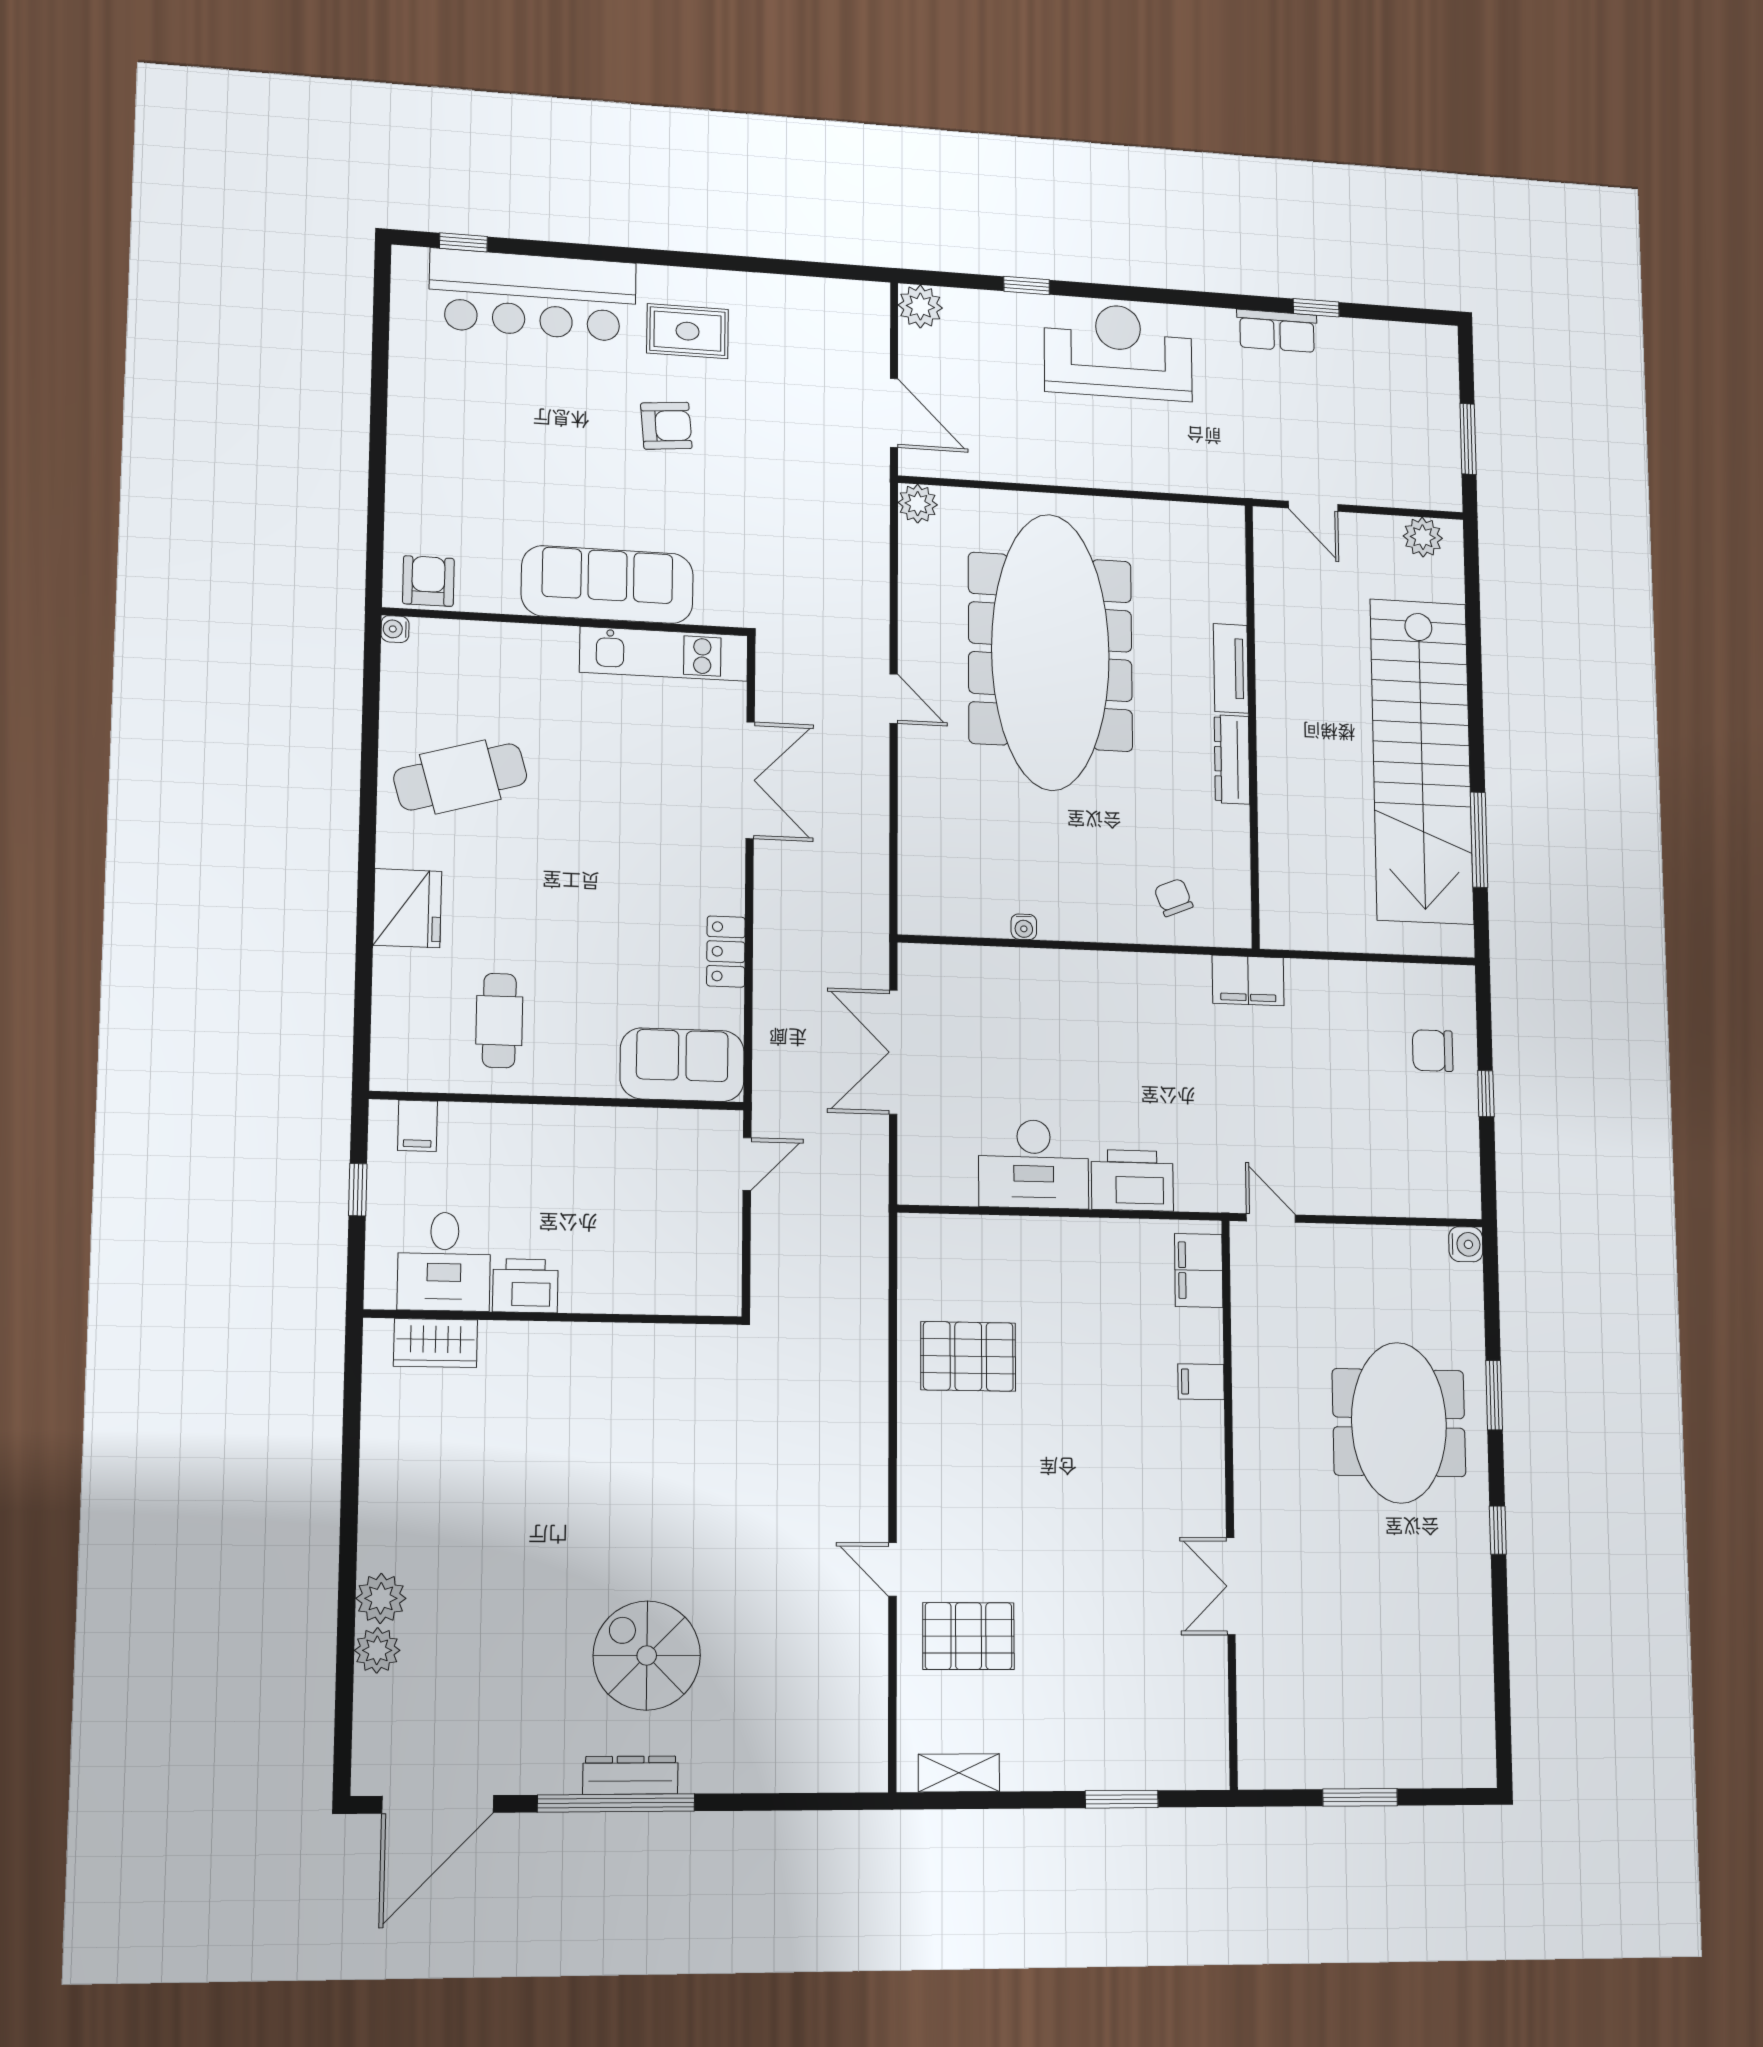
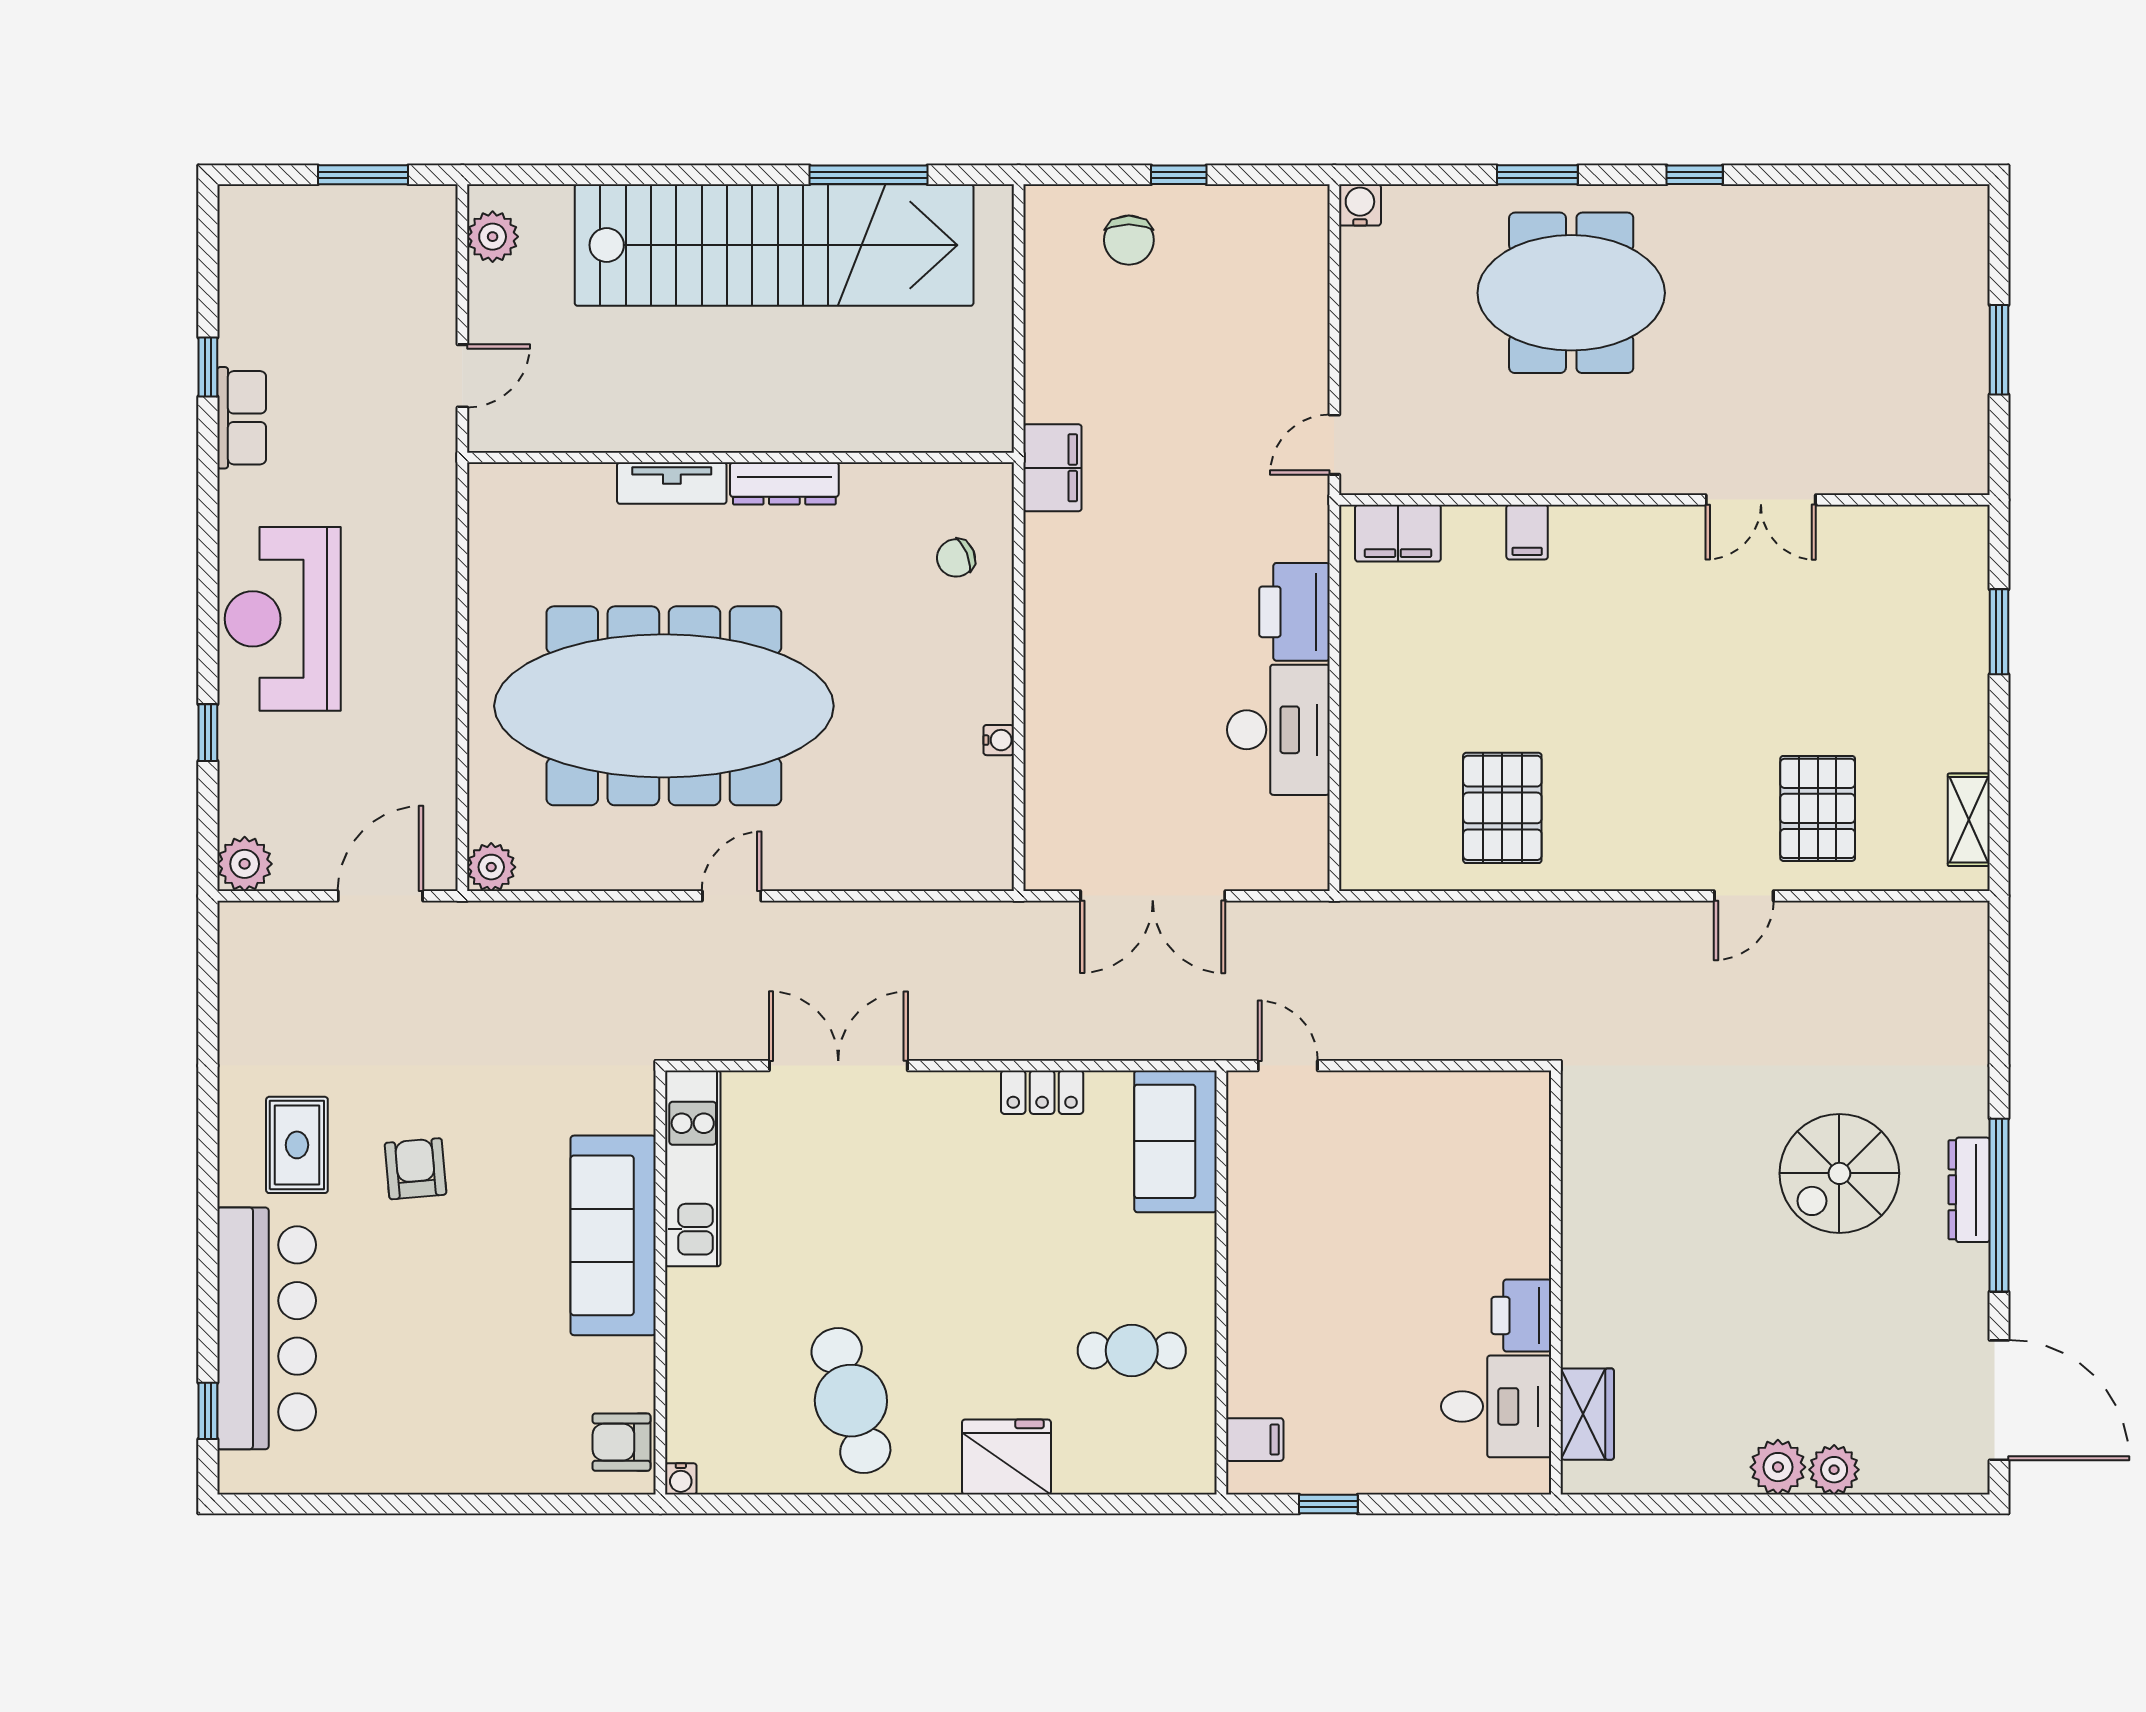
desk: (444, 1262) -> (1496, 1406), moved
printer: (525, 1286) -> (1521, 1316), moved
wall: (554, 1317) -> (1556, 1282), moved
wardrobe: (435, 1343) -> (1587, 1414), moved

